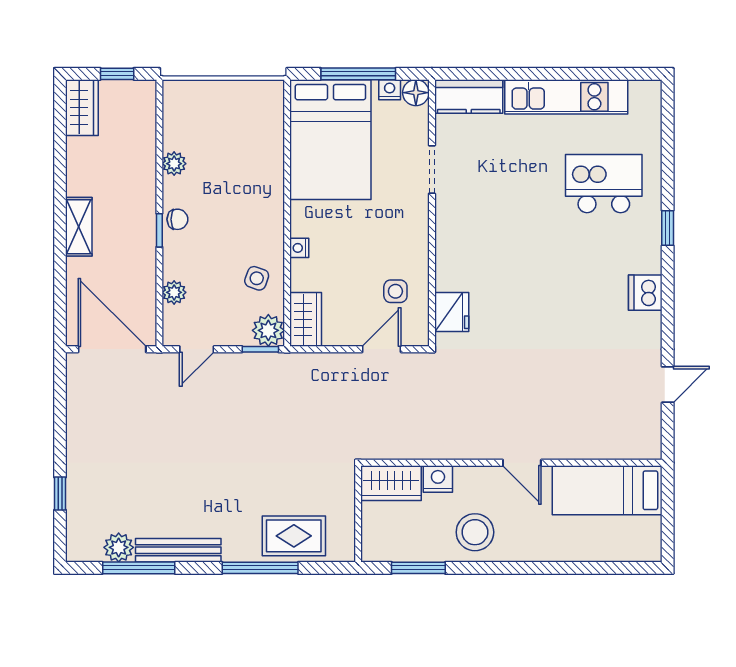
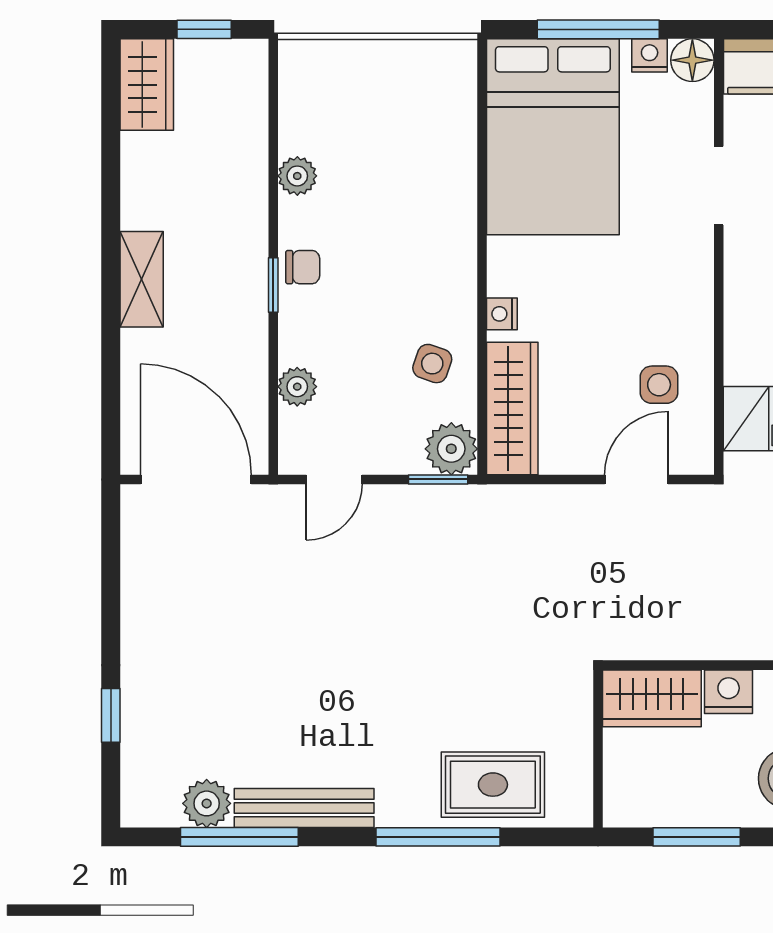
wardrobe: (306, 319) -> (512, 409), width x1.50

